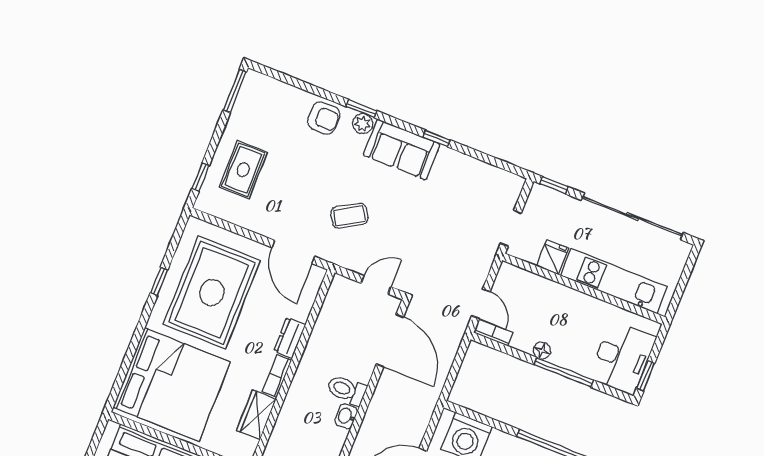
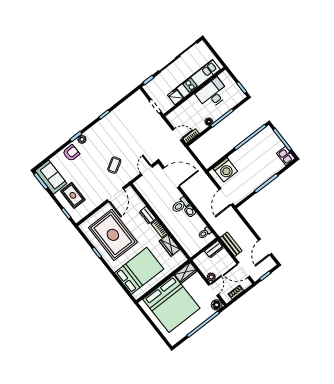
sofa: (402, 150) -> (51, 177), moved, turned -90
door: (293, 252) -> (116, 195), hinge flipped
desk: (622, 358) -> (212, 94), moved, turned -90
bed: (172, 385) -> (139, 271), width x0.73

